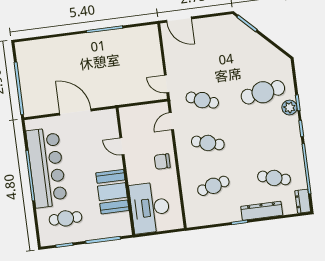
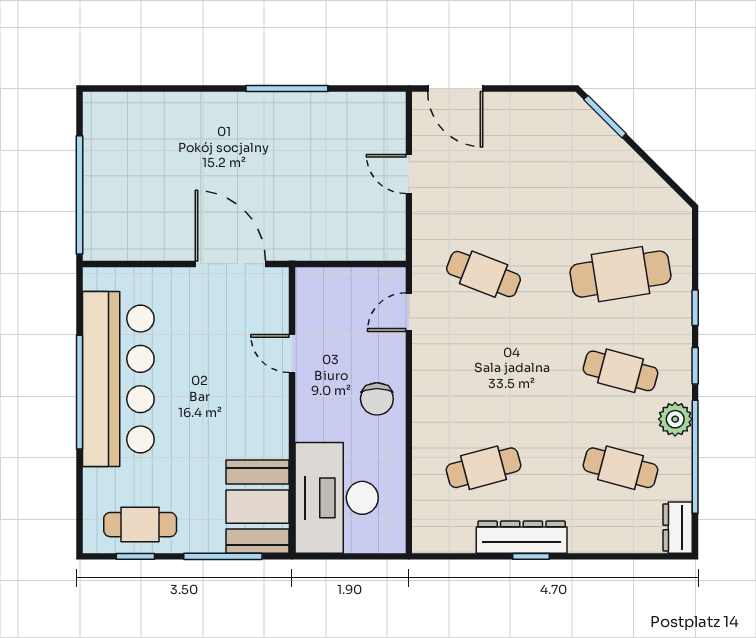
door: (167, 84) -> (409, 174), moved
plant: (289, 108) -> (675, 419), moved
door: (75, 112) -> (230, 264), moved
cafe table: (208, 143) -> (620, 371), moved
chair: (162, 162) -> (377, 399), turned -90
booth: (112, 192) -> (258, 507), moved
dresser: (262, 211) -> (522, 537), moved
cafe table: (66, 218) -> (140, 525), moved

